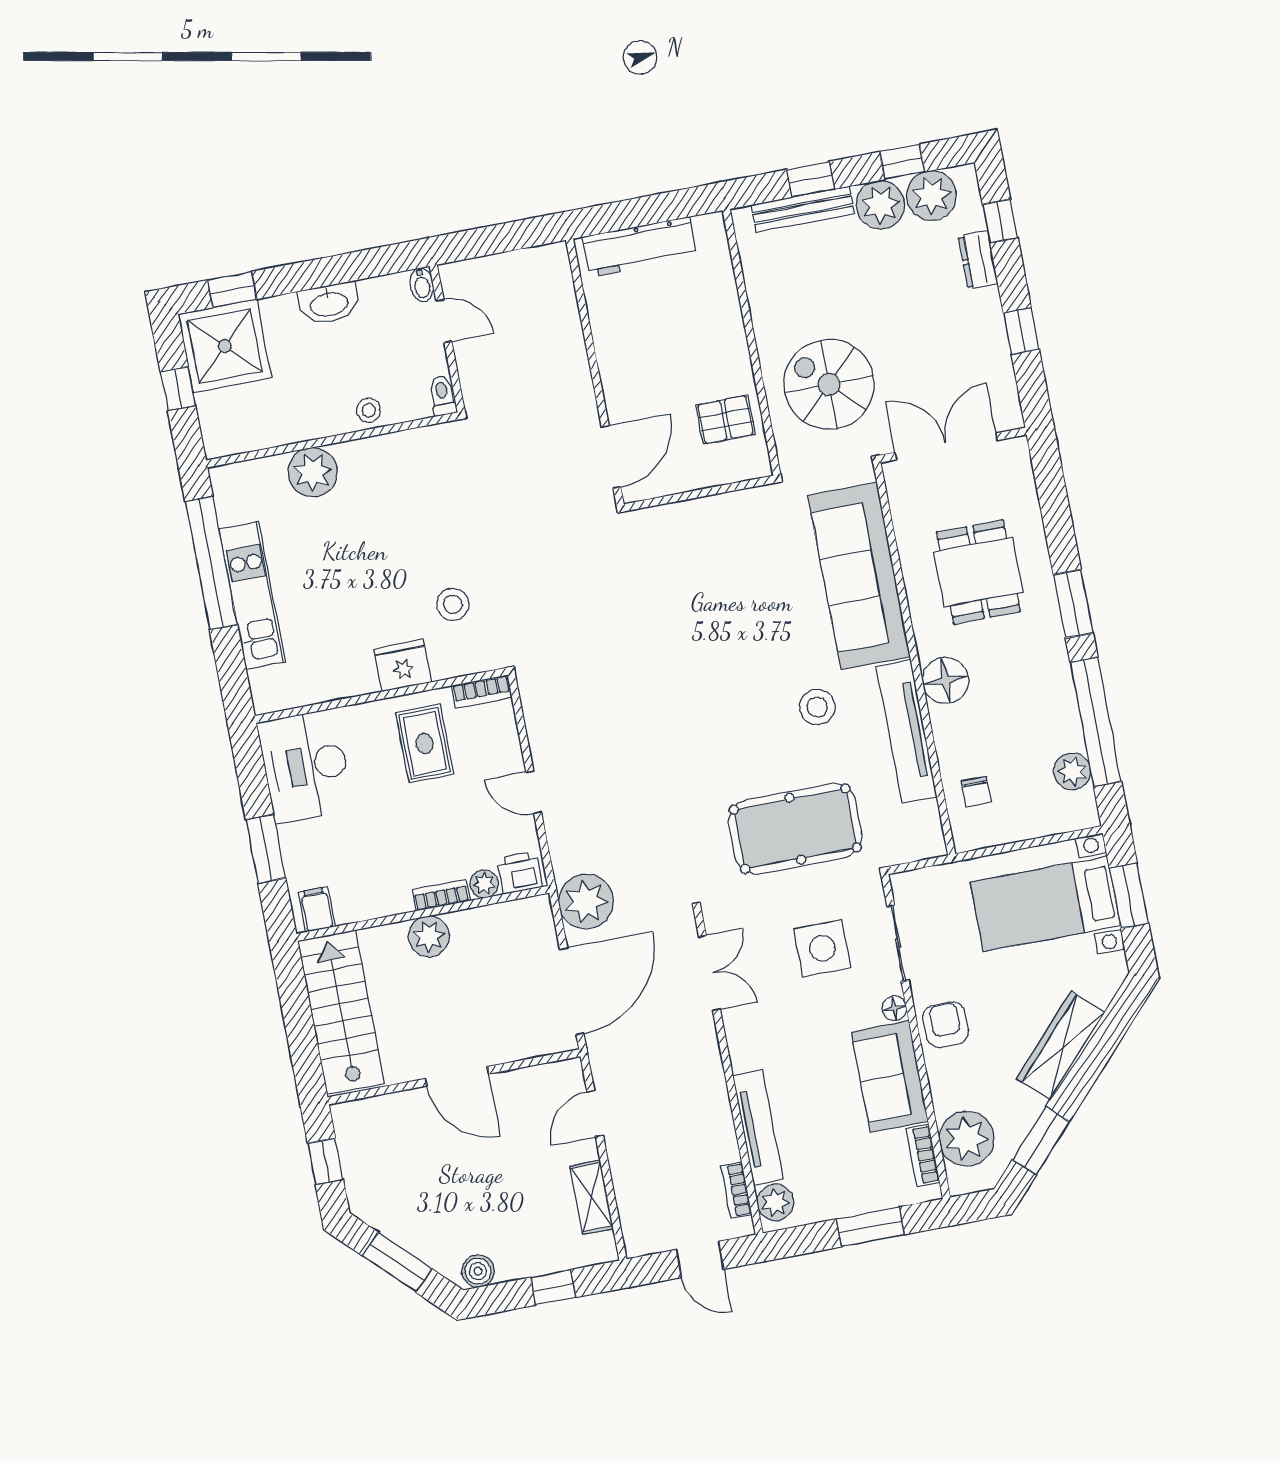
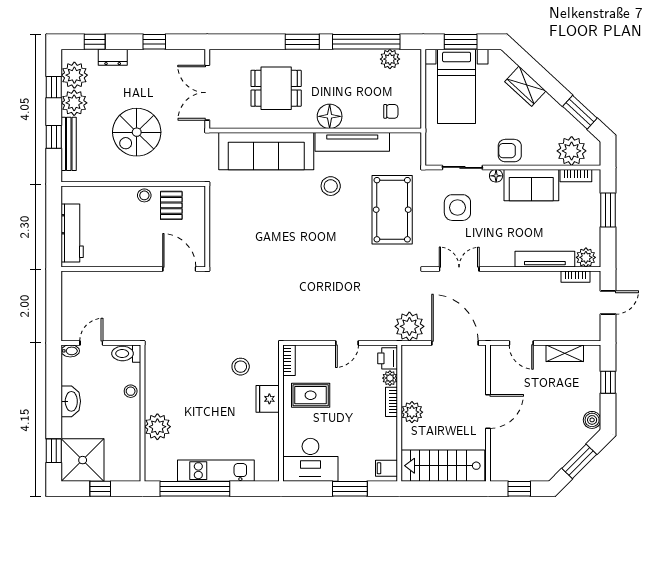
stool: (734, 367) -> (144, 195), added
spiral stairs: (829, 384) -> (137, 132), moved
toilet: (442, 396) -> (126, 354), width x1.37, depth x1.39
wardrobe: (1061, 1045) -> (525, 86), width x0.67

